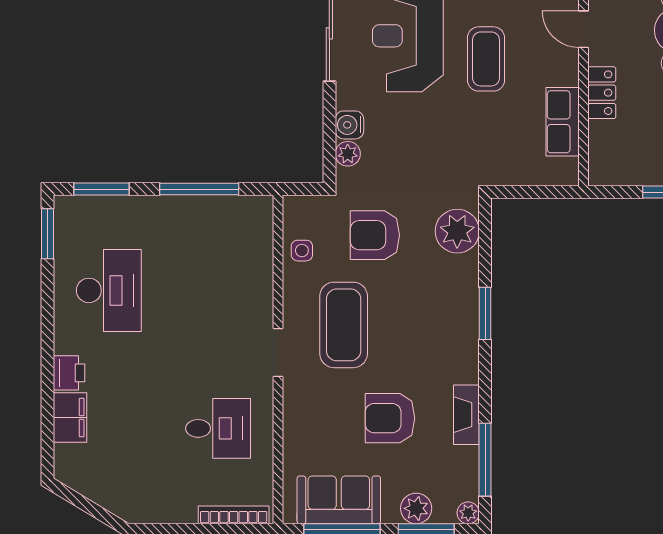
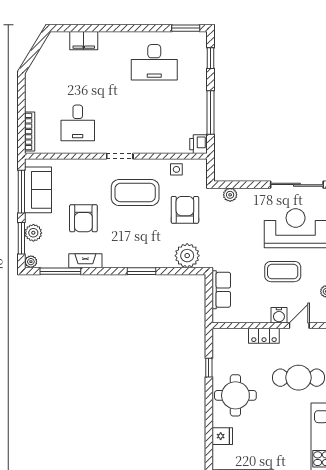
row of seats: (563, 122) -> (221, 290), moved, turned 90
water cooler: (349, 125) -> (279, 315), moved, turned 180
window: (101, 189) -> (210, 58), width x0.67
printer: (69, 373) -> (199, 144), moved, turned 90
armchair: (390, 418) -> (83, 218), turned 180

